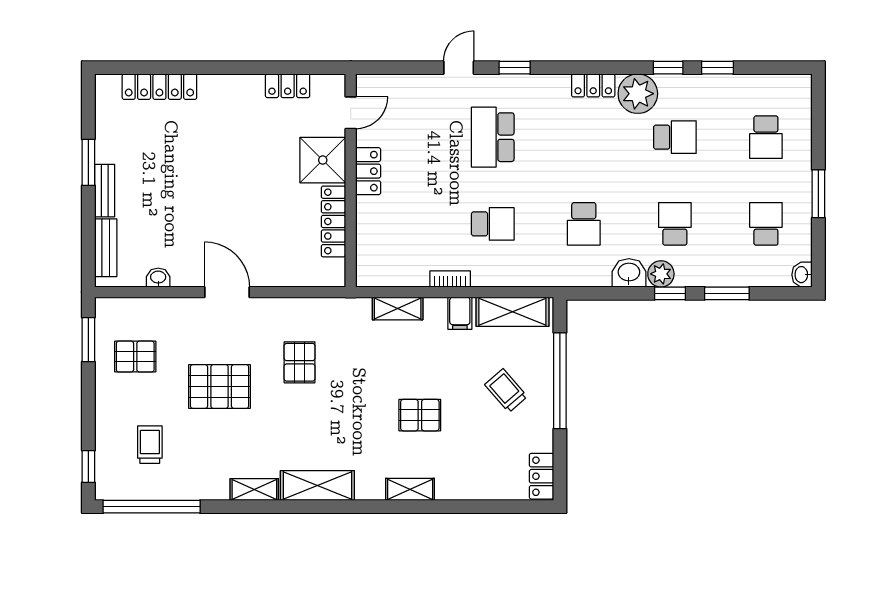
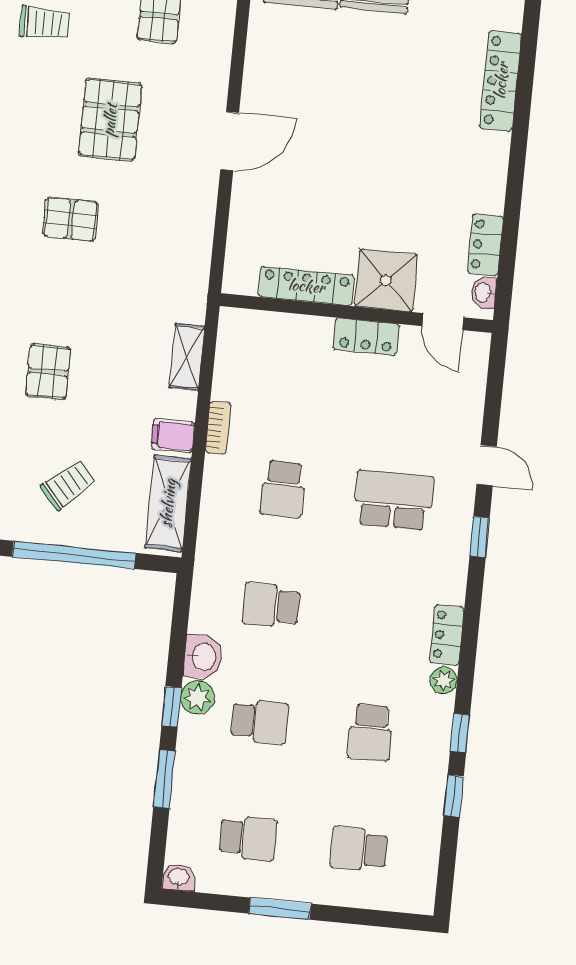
plant: (638, 94) -> (444, 680), width x0.53, depth x0.53
washbasin: (158, 278) -> (484, 292), moved, turned 180
pallet: (300, 362) -> (71, 219), moved

